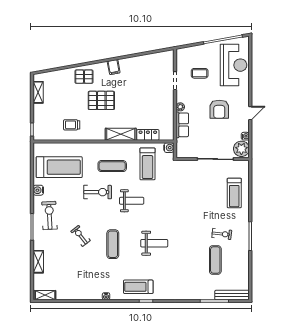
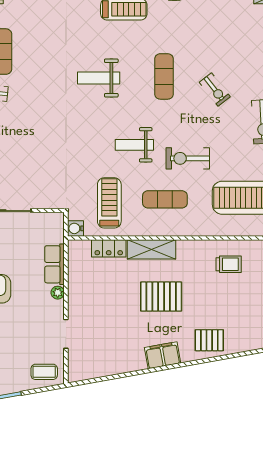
filing cabinet: (114, 67) -> (163, 355), width x2.00
coffee table: (200, 73) -> (44, 372), moved
pallet: (101, 100) -> (161, 297), moved

